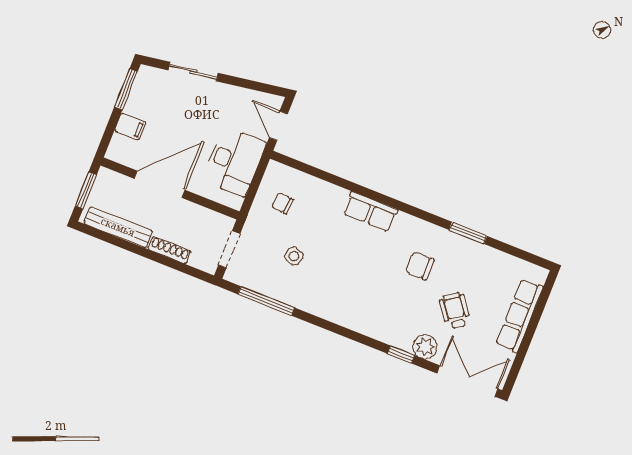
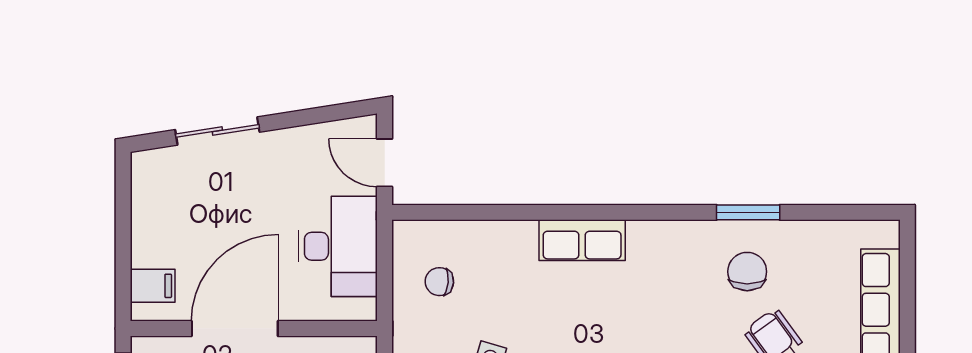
window: (126, 89) -> (123, 200), removed
filing cabinet: (130, 127) -> (153, 286), moved
chair: (420, 266) -> (747, 272), moved, turned 90

